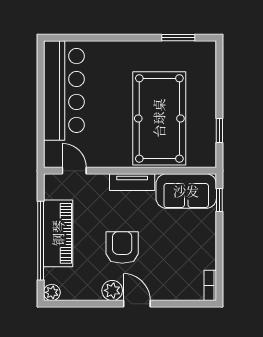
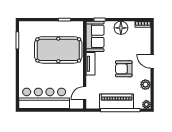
floor lamp: (203, 242) -> (121, 28), added
plant: (112, 290) -> (145, 85), moved
door: (137, 304) -> (152, 61), hinge flipped

